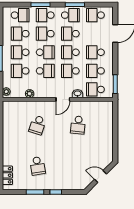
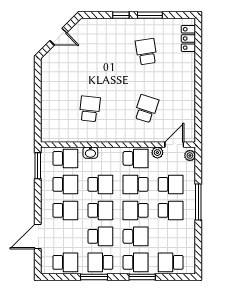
school desk: (20, 34) -> (136, 158), moved
door: (63, 99) -> (174, 145), moved

